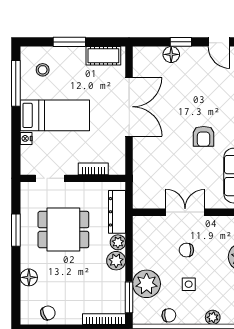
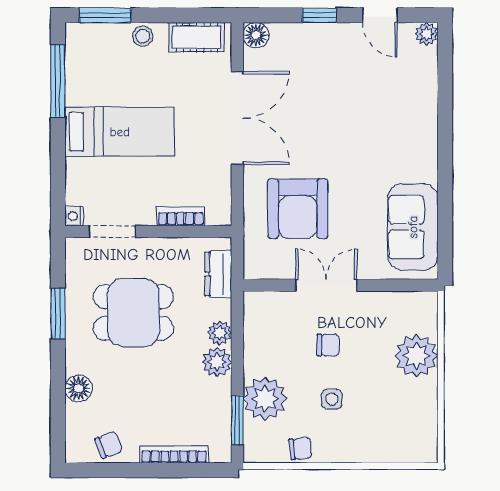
window: (69, 42) -> (105, 15), moved
floor lamp: (171, 54) -> (256, 35), moved
stool: (43, 70) -> (143, 36), moved
armchair: (204, 136) -> (298, 209), moved, width x1.88, depth x1.88
nightstand: (26, 138) -> (74, 216), moved
dresser: (117, 212) -> (218, 274), width x0.70
chair: (186, 250) -> (328, 345), turned 180
plant: (213, 317) -> (370, 452), removed
bookcase: (104, 319) -> (174, 454), moved

